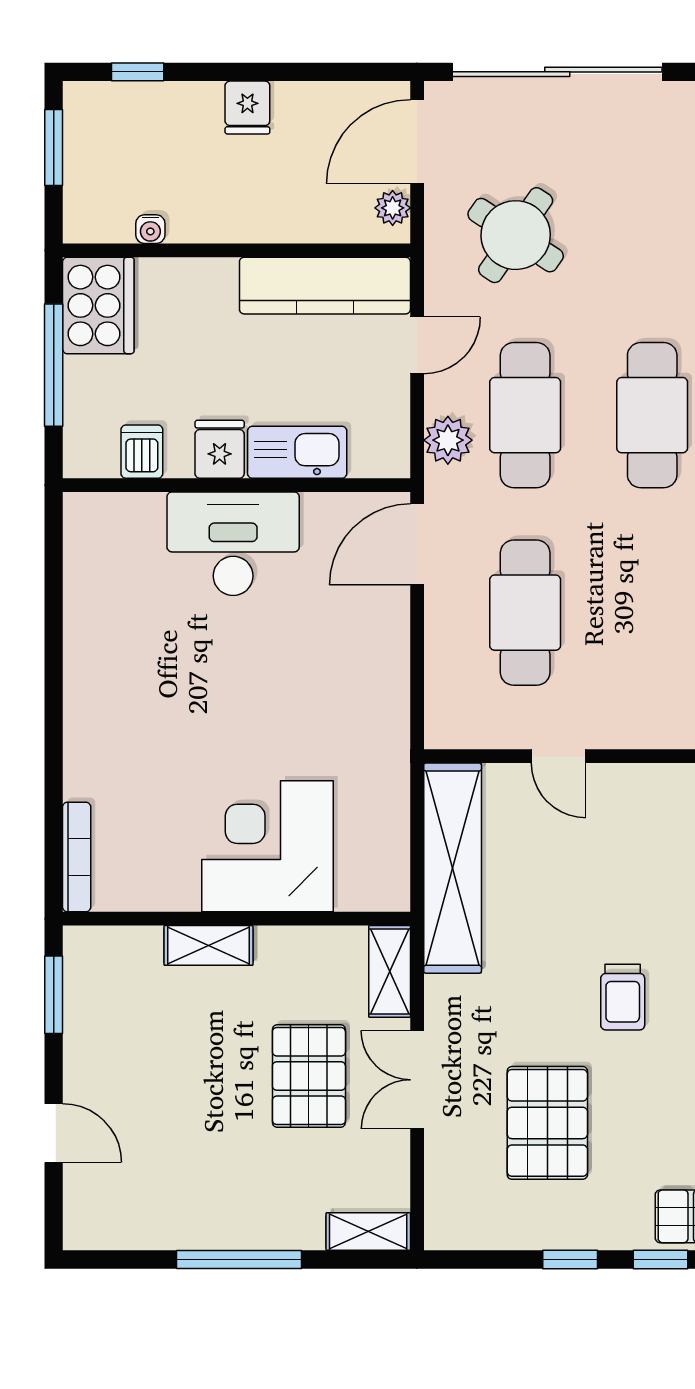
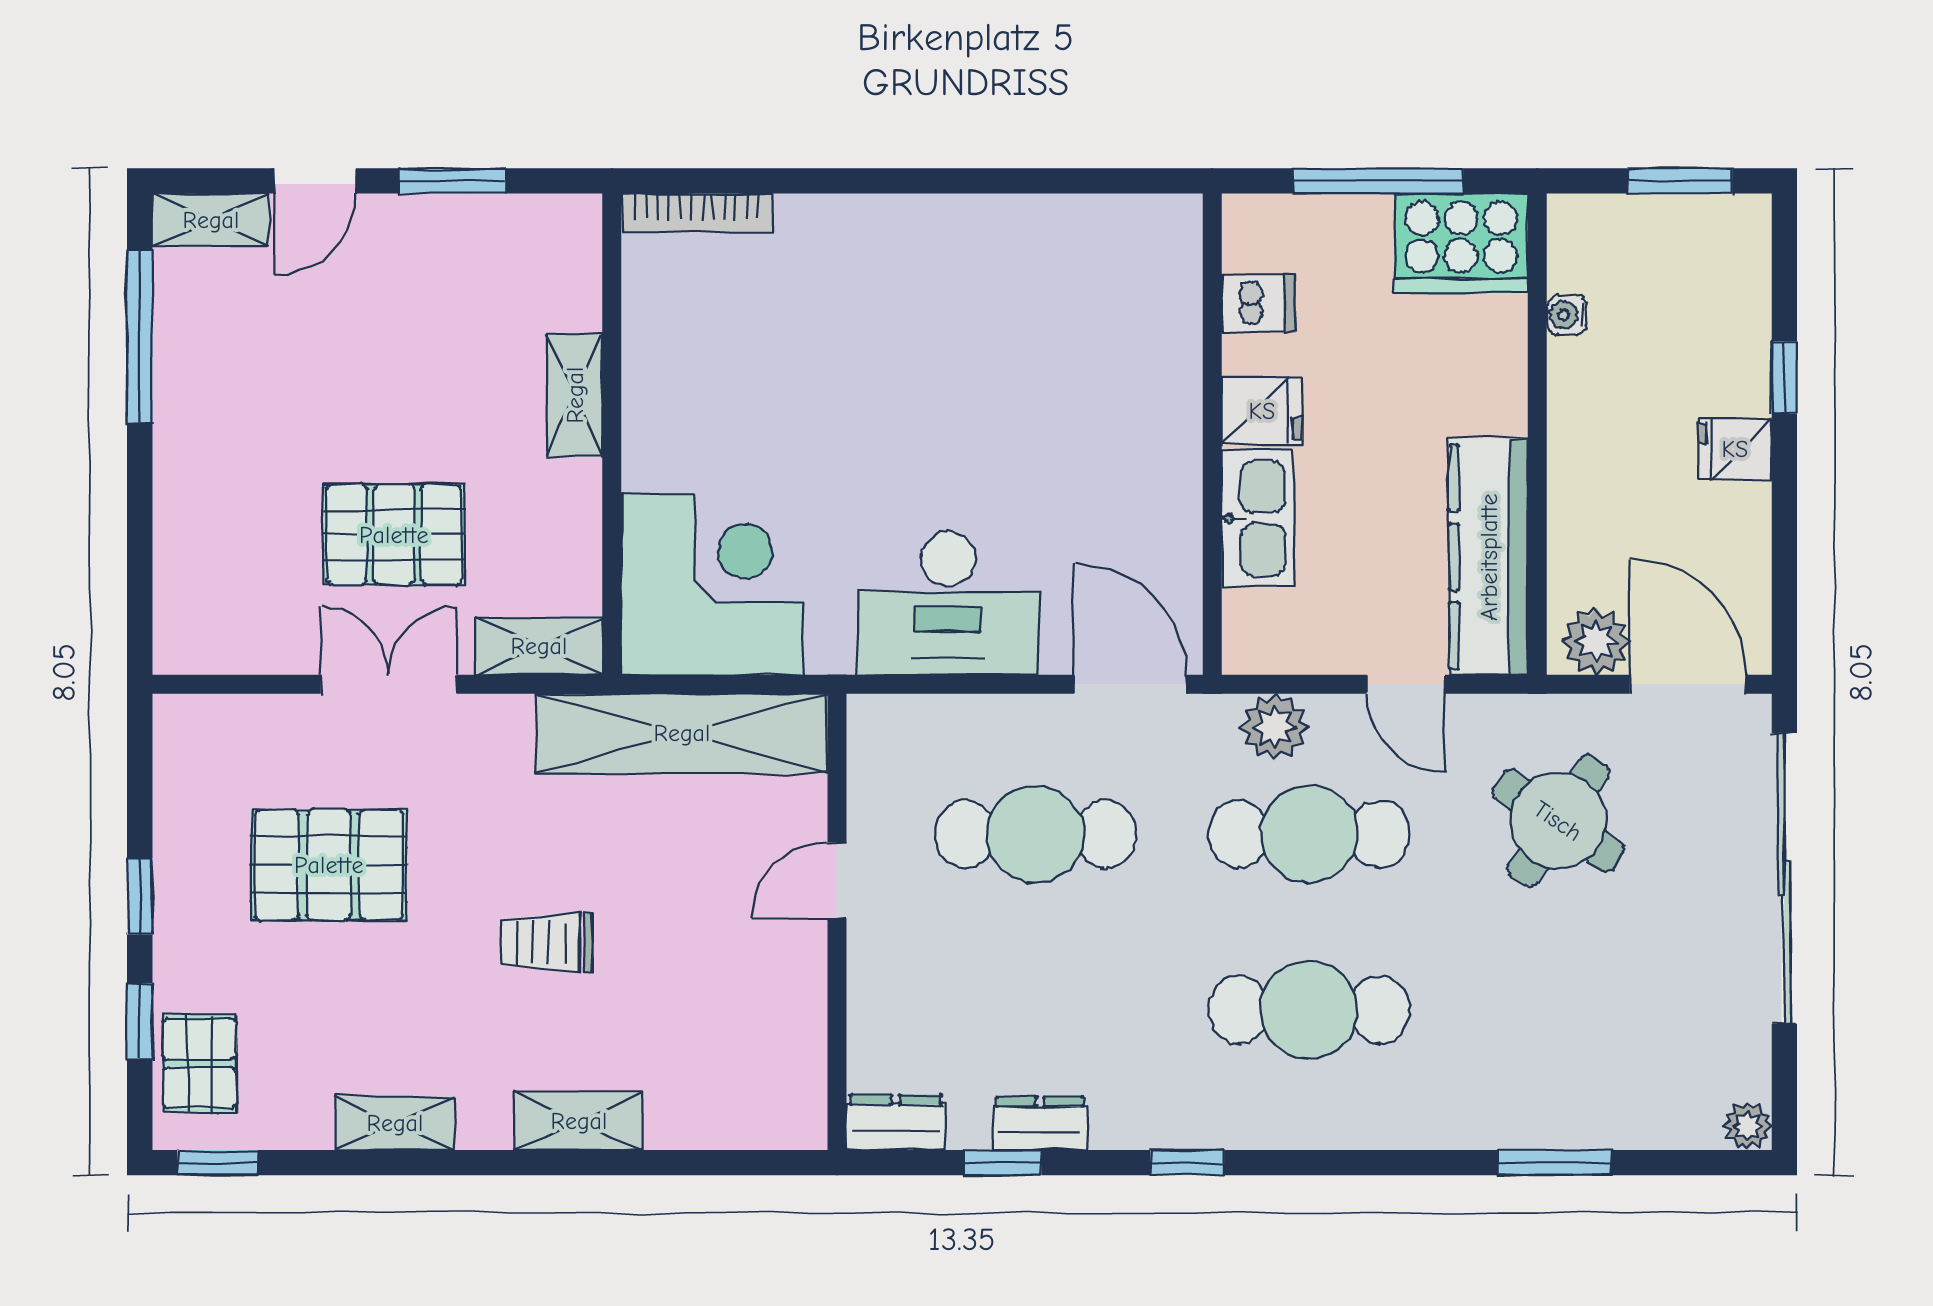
window: (138, 72) -> (1784, 377), moved
plant: (393, 208) -> (1596, 641), width x1.38, depth x1.38
desk: (233, 544) -> (948, 603), moved, turned 90
corner desk: (268, 846) -> (712, 584), moved
window: (54, 995) -> (452, 181), moved
trolley: (623, 997) -> (547, 942), moved
shelving: (368, 1232) -> (211, 220), moved, turned 90
window: (239, 1260) -> (140, 336), moved

